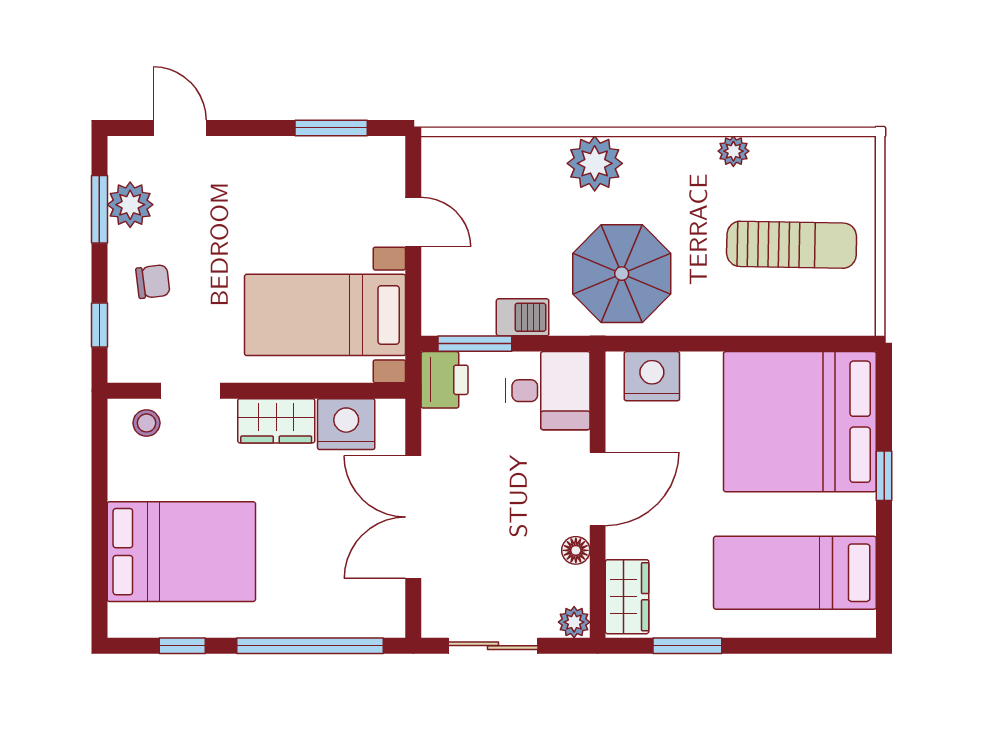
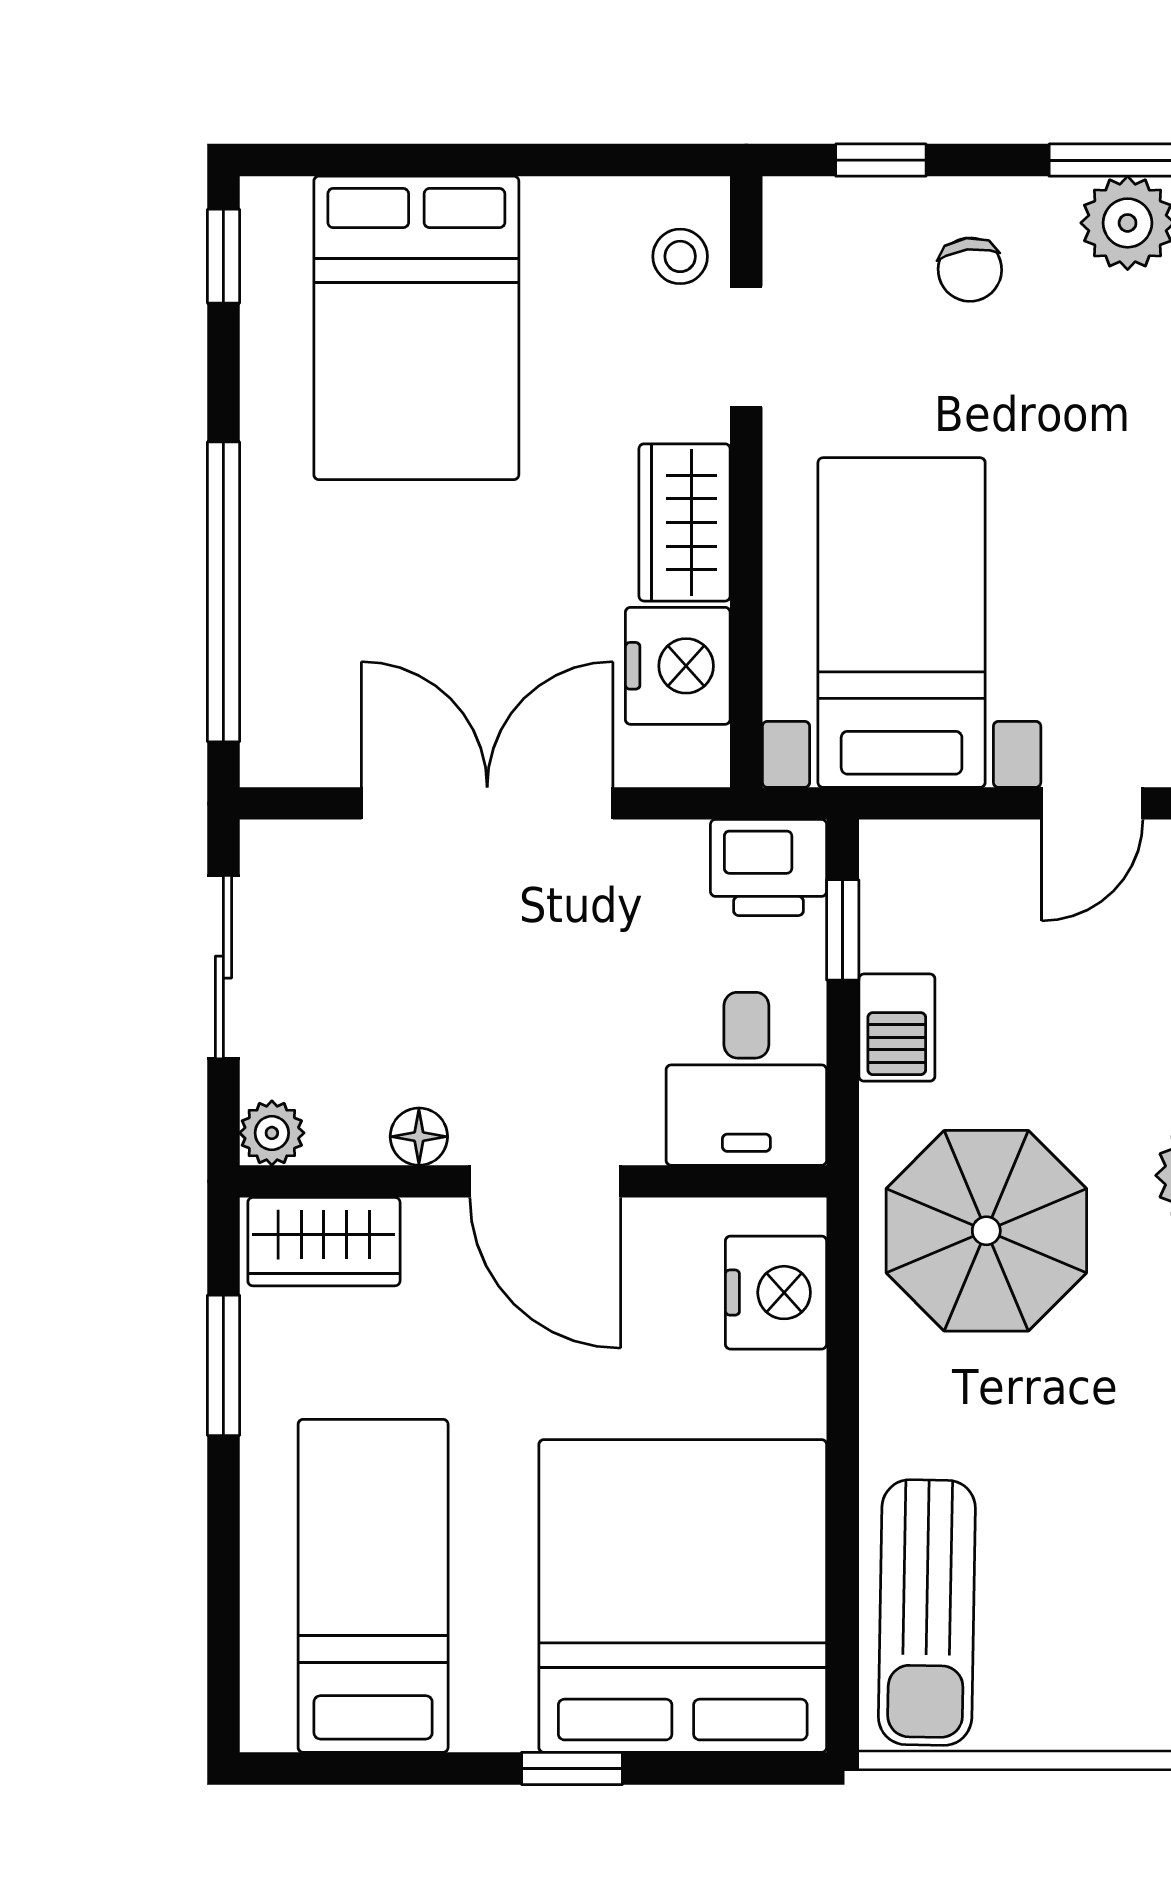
sun lounger: (792, 245) -> (927, 1613), moved
window: (475, 344) -> (843, 930), width x0.67
window: (182, 646) -> (223, 256), moved

